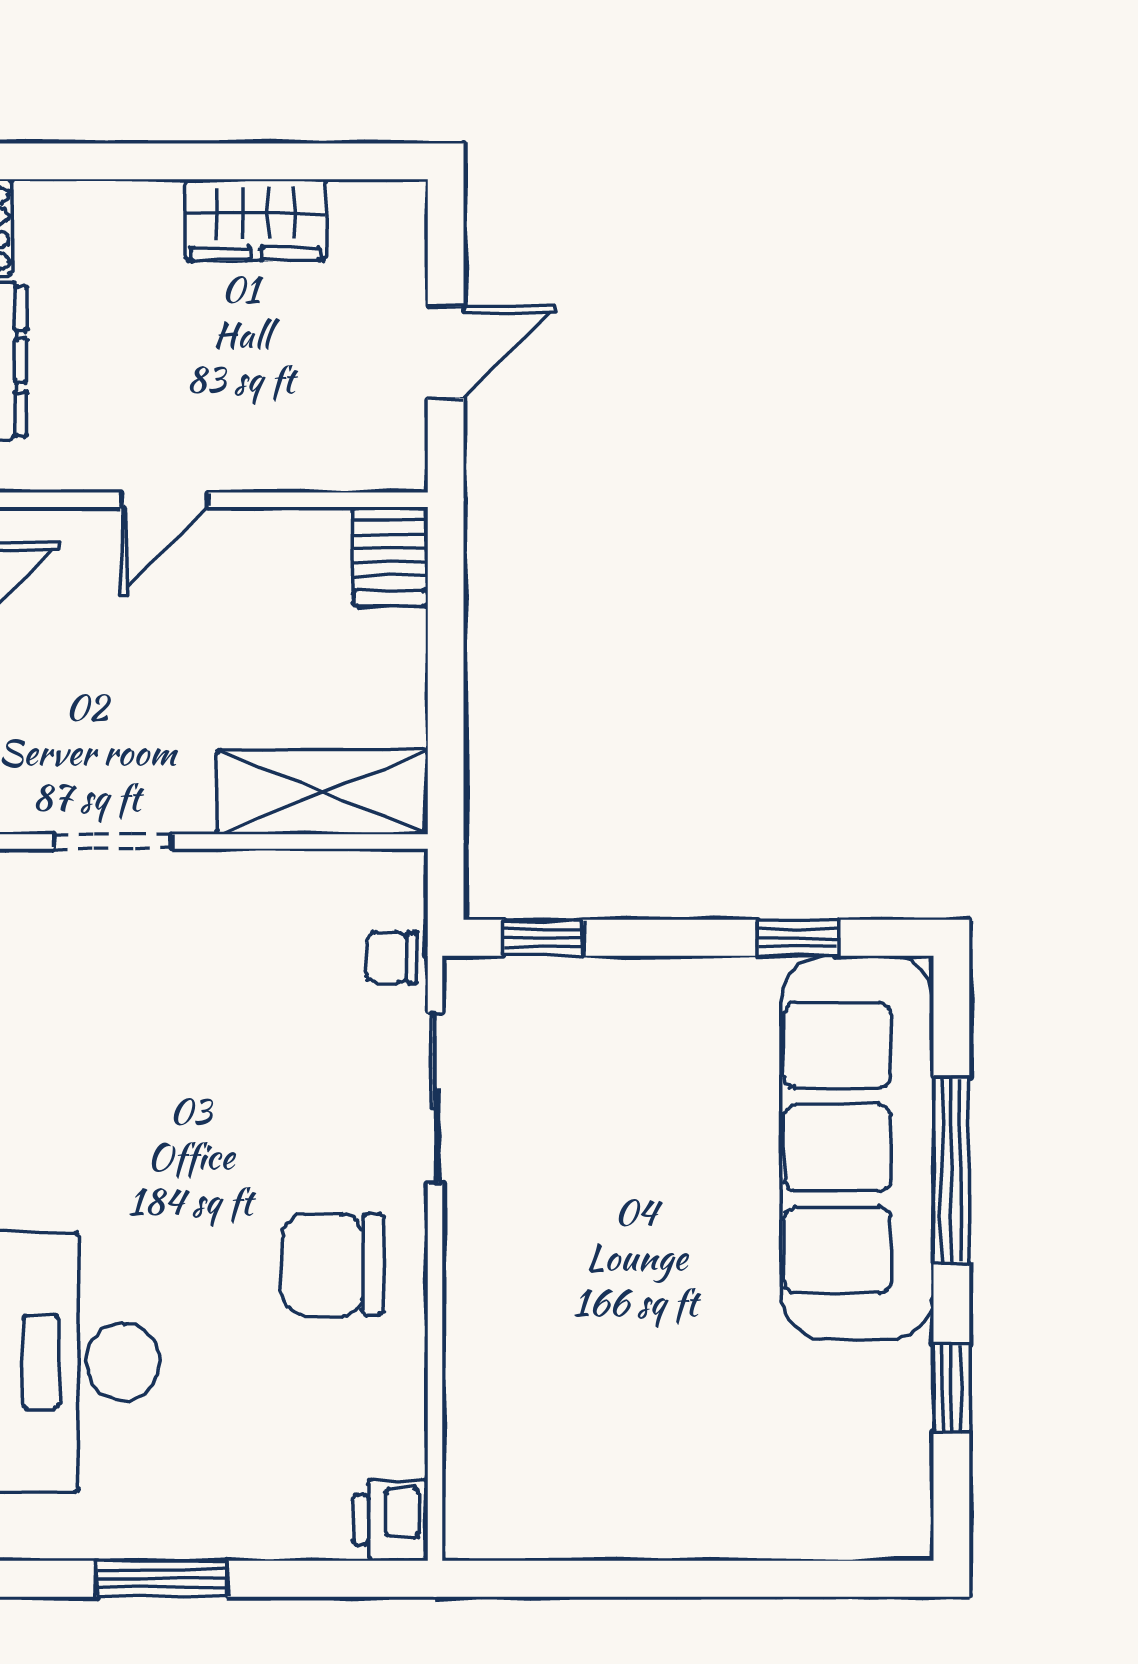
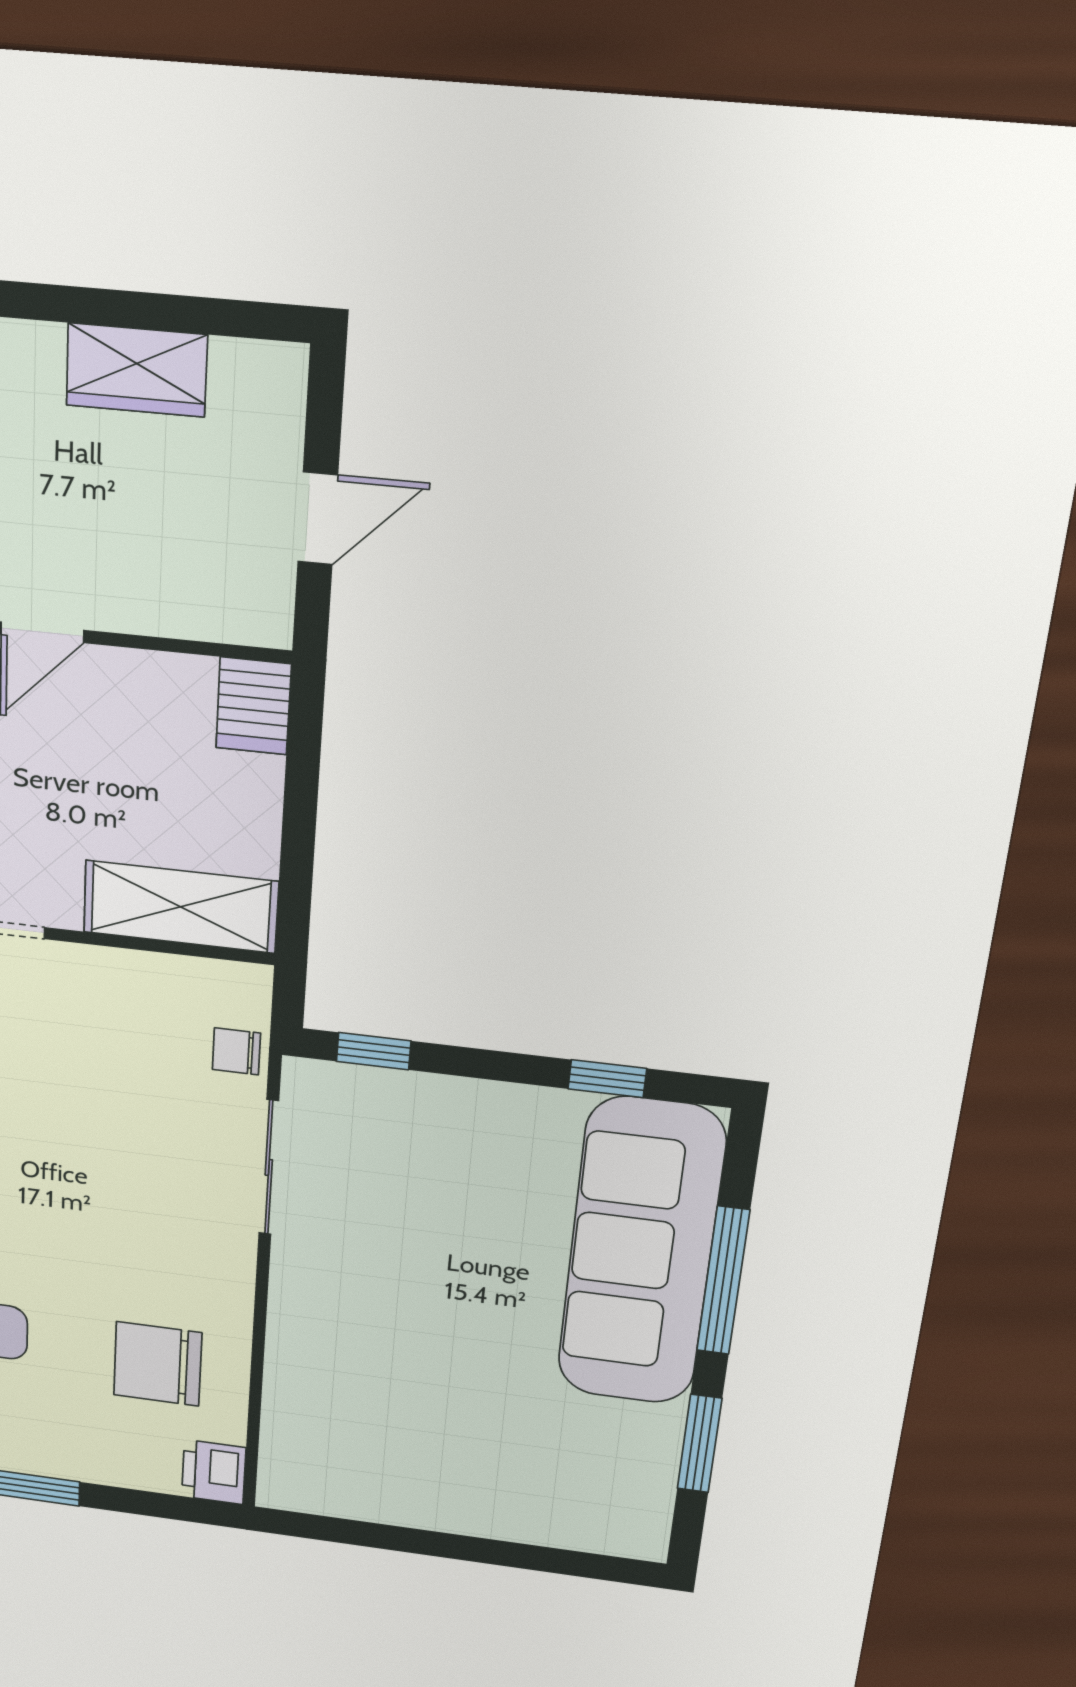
chair: (332, 1265) -> (158, 1364), moved
window: (951, 1388) -> (700, 1444), width x1.50

